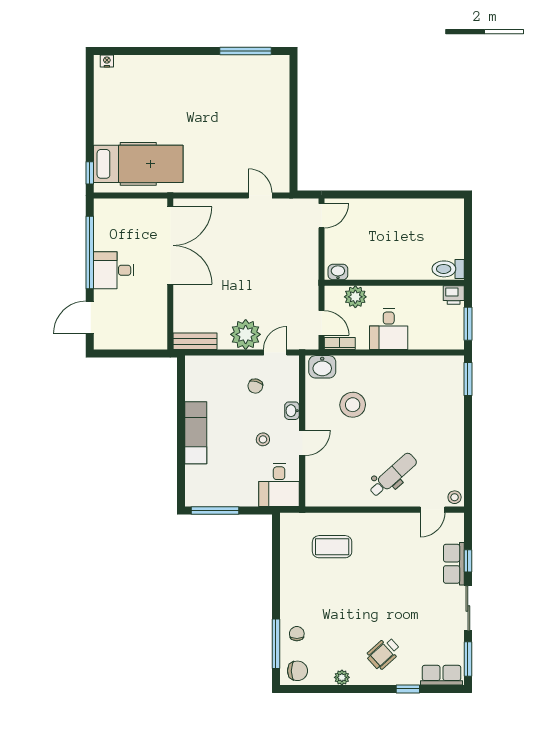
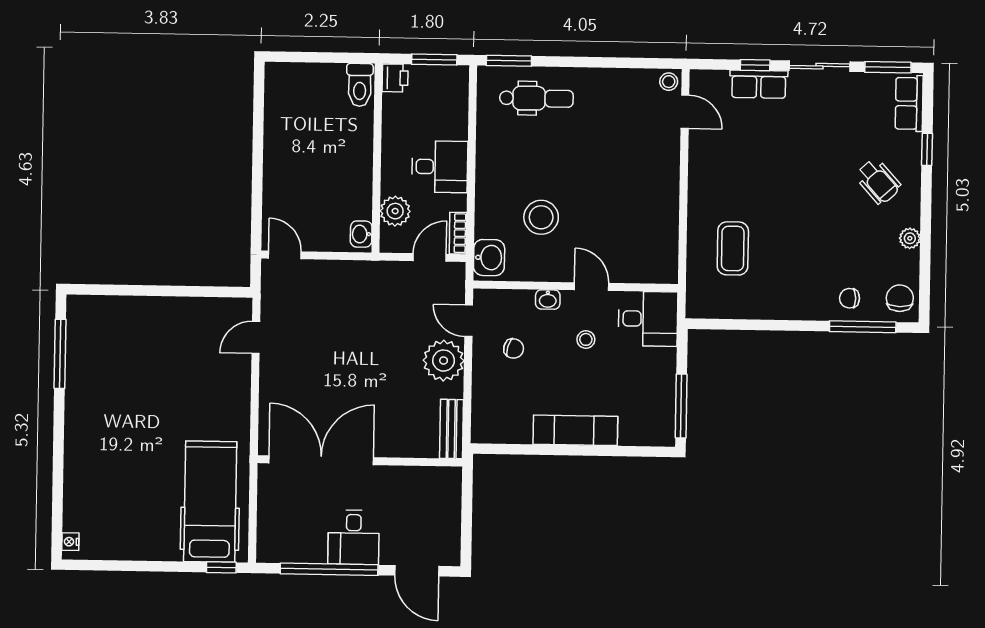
dental chair: (393, 475) -> (536, 98), moved, turned 132

